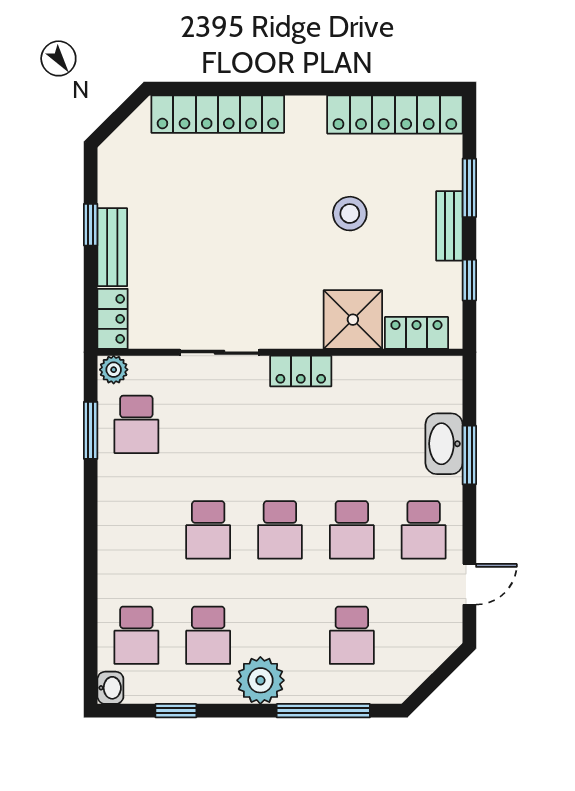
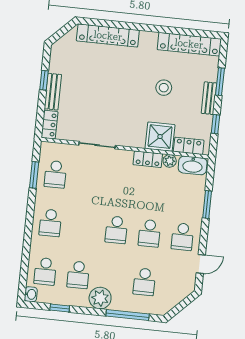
plant: (114, 370) -> (170, 161), moved
locker: (301, 371) -> (148, 159), moved
washbasin: (444, 444) -> (193, 165), moved, turned -90
school desk: (208, 530) -> (50, 223), moved

